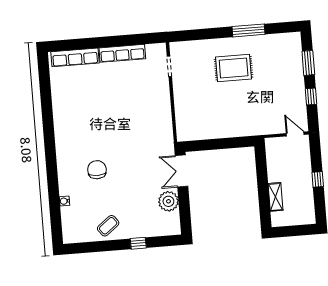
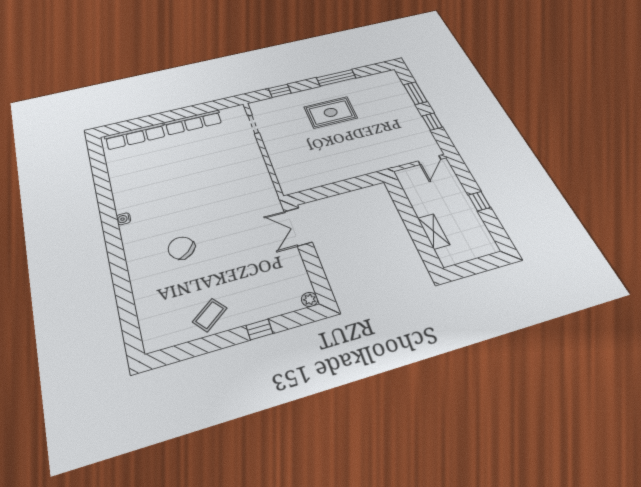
window: (198, 34) -> (280, 91), added
door: (295, 134) -> (429, 160), swing flipped
chair: (97, 170) -> (181, 248), turned -41
water cooler: (64, 201) -> (124, 219), moved
plant: (168, 201) -> (310, 299), moved, width x0.53, depth x0.53

